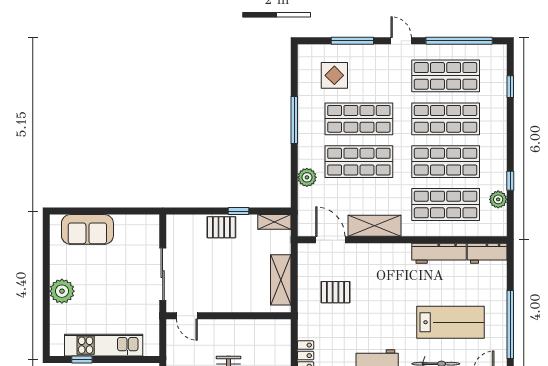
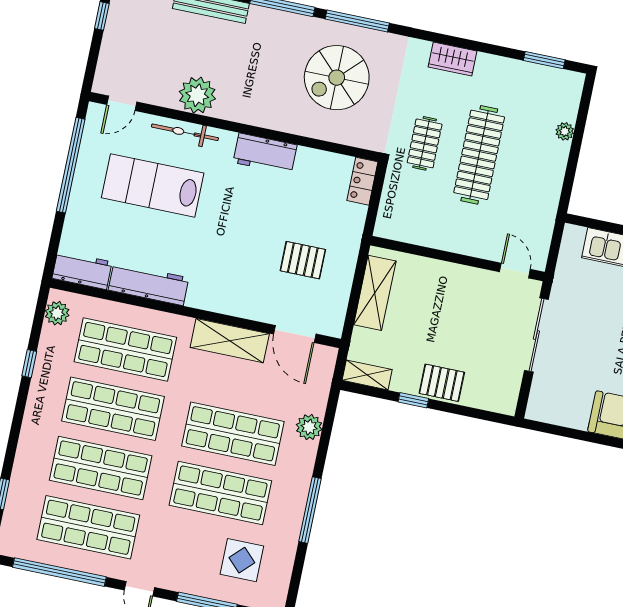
plant: (498, 199) -> (57, 313), moved

